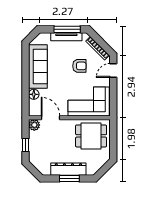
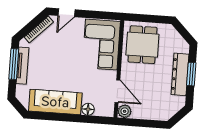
armchair: (79, 66) -> (58, 53), removed
door: (113, 70) -> (66, 13), hinge flipped
door: (51, 118) -> (117, 91), swing flipped
window: (25, 145) -> (148, 123), removed

